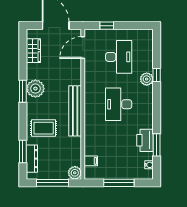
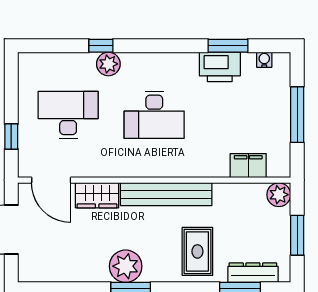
wardrobe: (33, 51) -> (97, 195), moved, turned 180
filing cabinet: (91, 161) -> (248, 166), width x2.00
window: (52, 183) -> (297, 235), width x0.69

